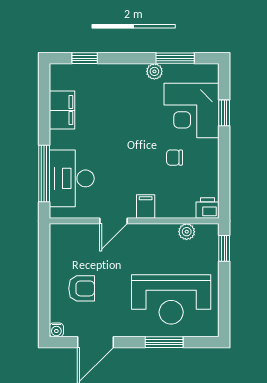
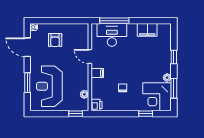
window: (85, 58) -> (174, 57), moved
corner desk: (192, 111) -> (157, 97), moved, turned -90

